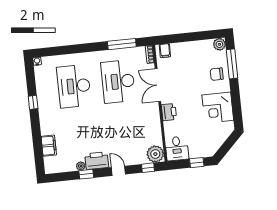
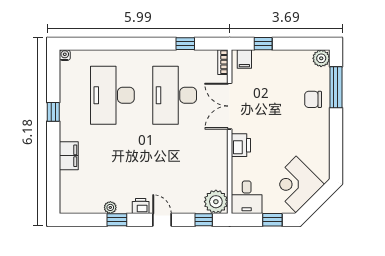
window: (177, 38) -> (263, 44), added
window: (122, 44) -> (185, 44), width x0.46
corner desk: (218, 108) -> (296, 184), moved, turned 45
filing cabinet: (49, 146) -> (69, 156), moved
printer: (97, 161) -> (141, 206), width x0.53, depth x0.68

